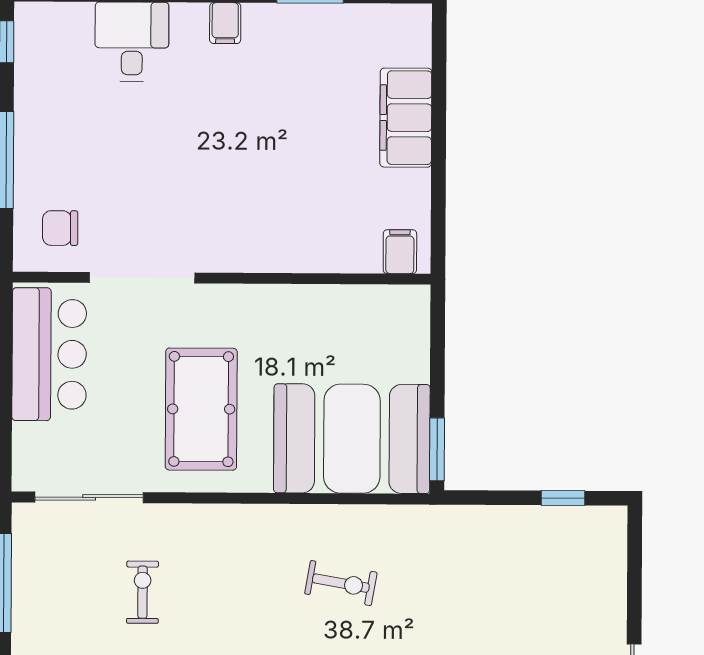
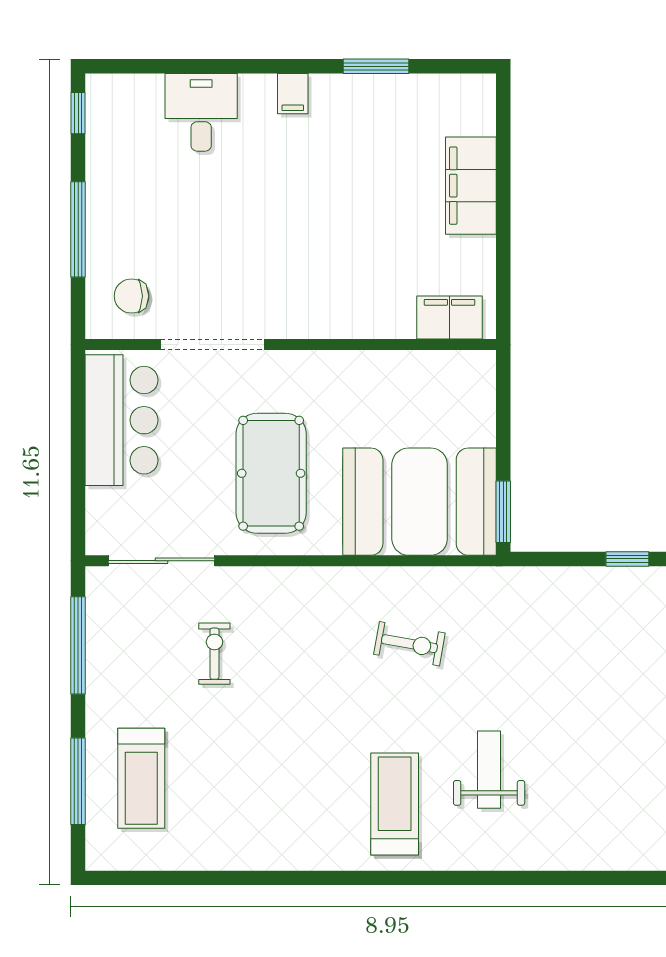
filing cabinet: (400, 252) -> (450, 318), width x2.00

